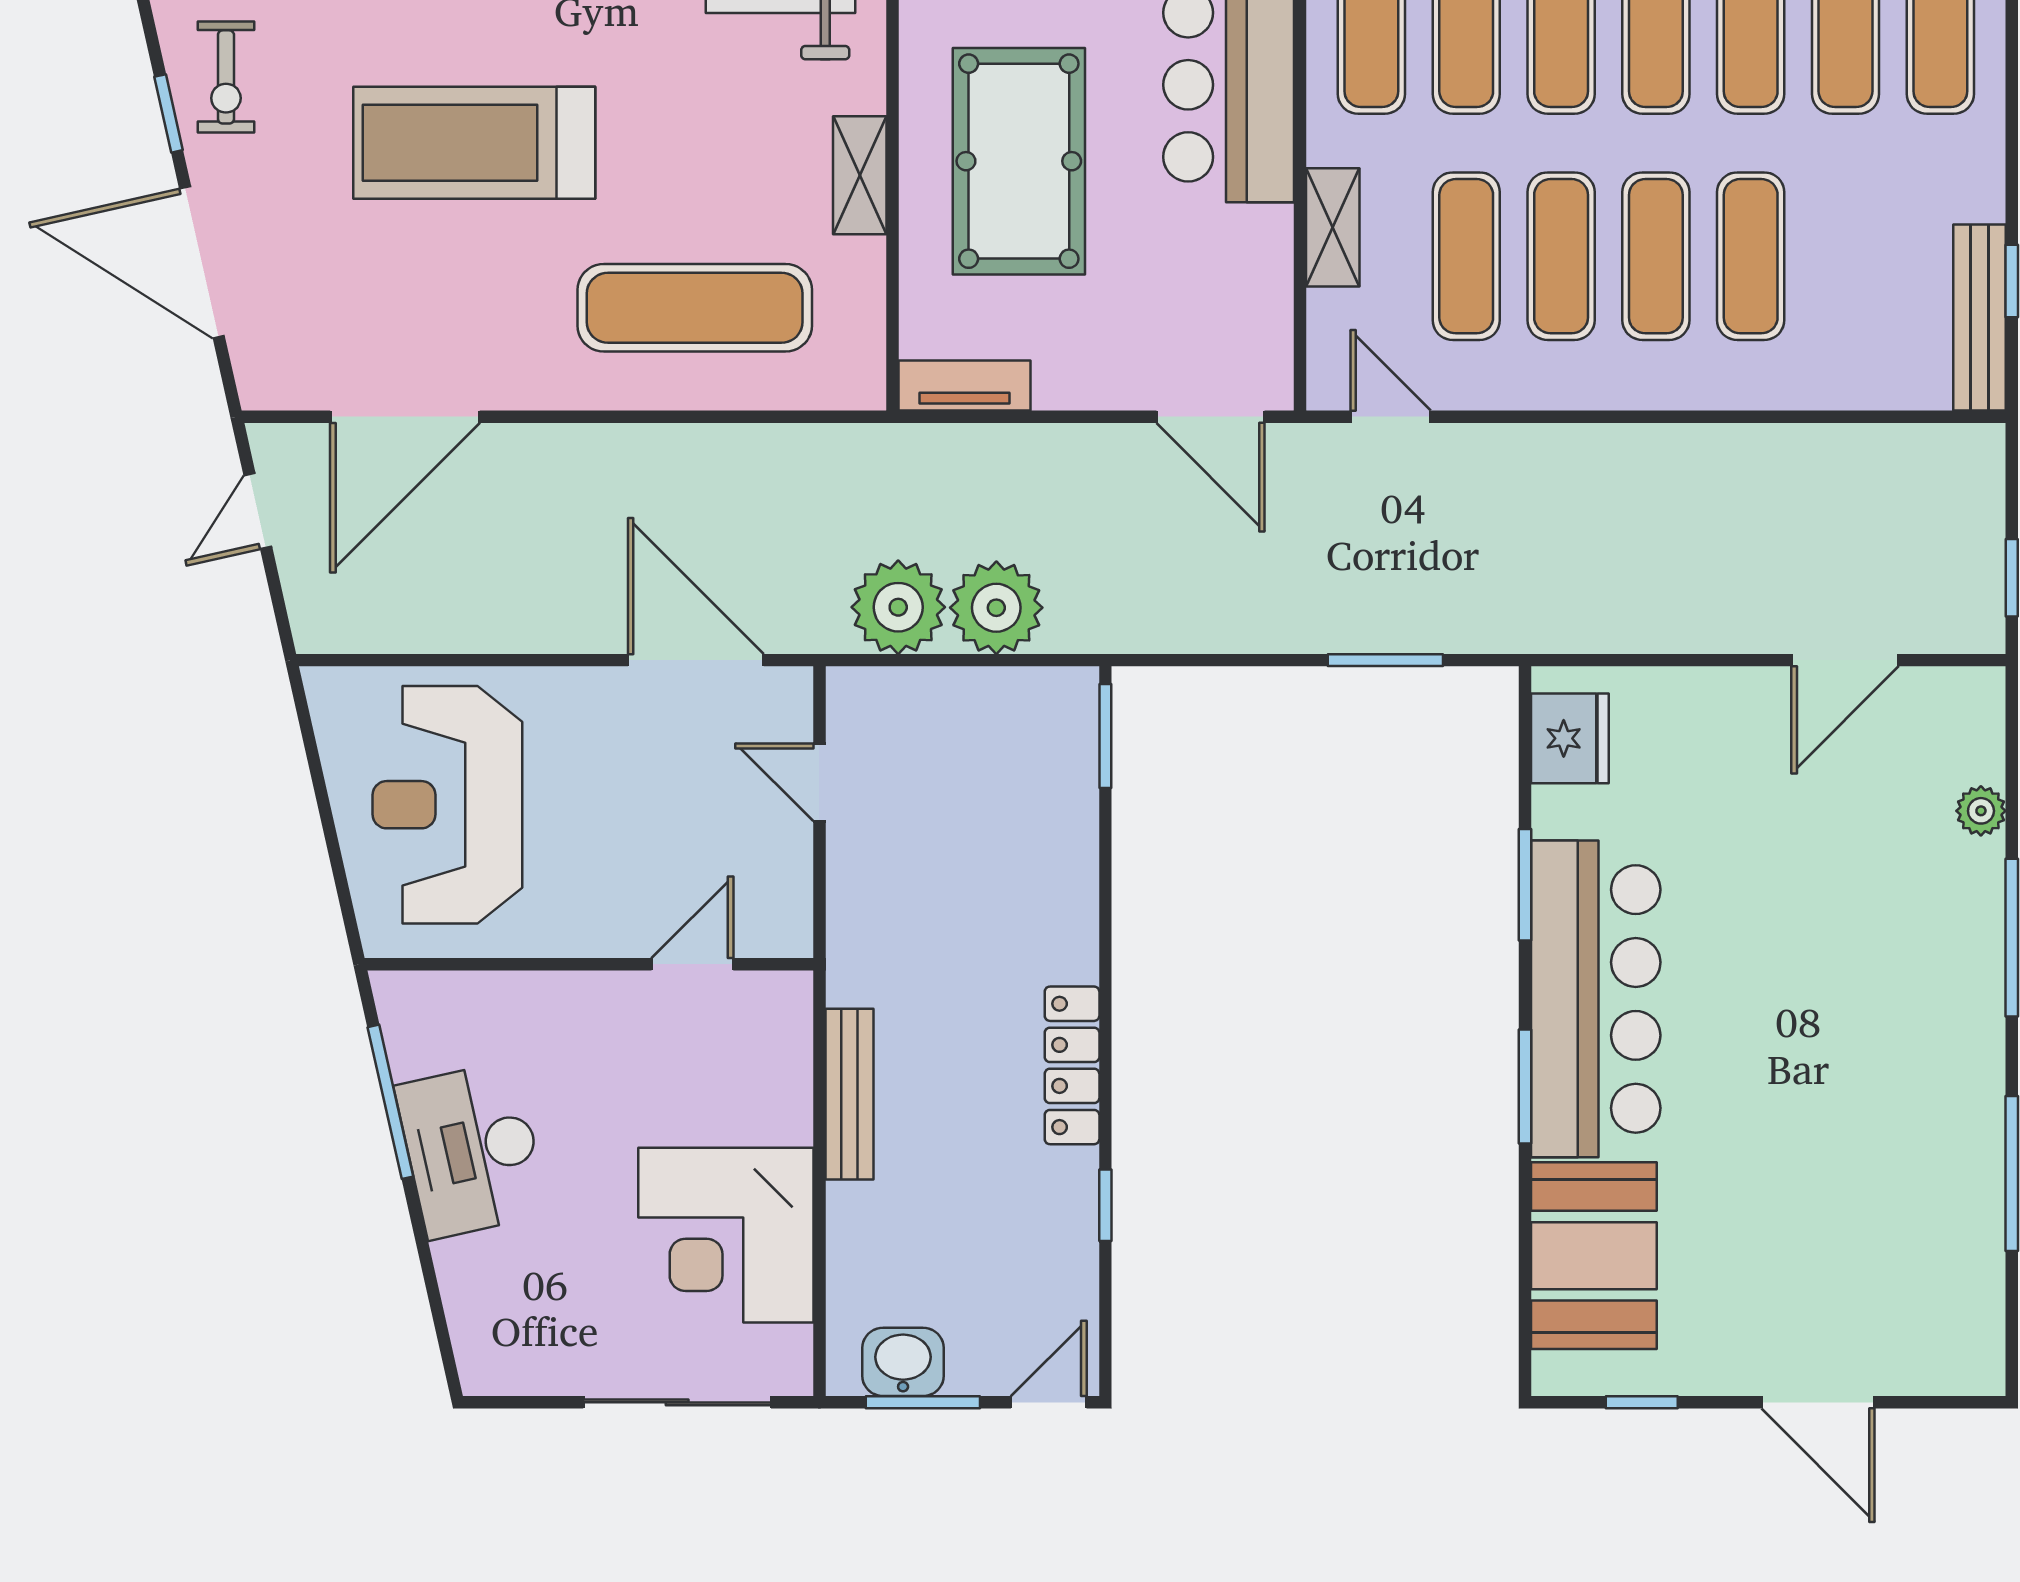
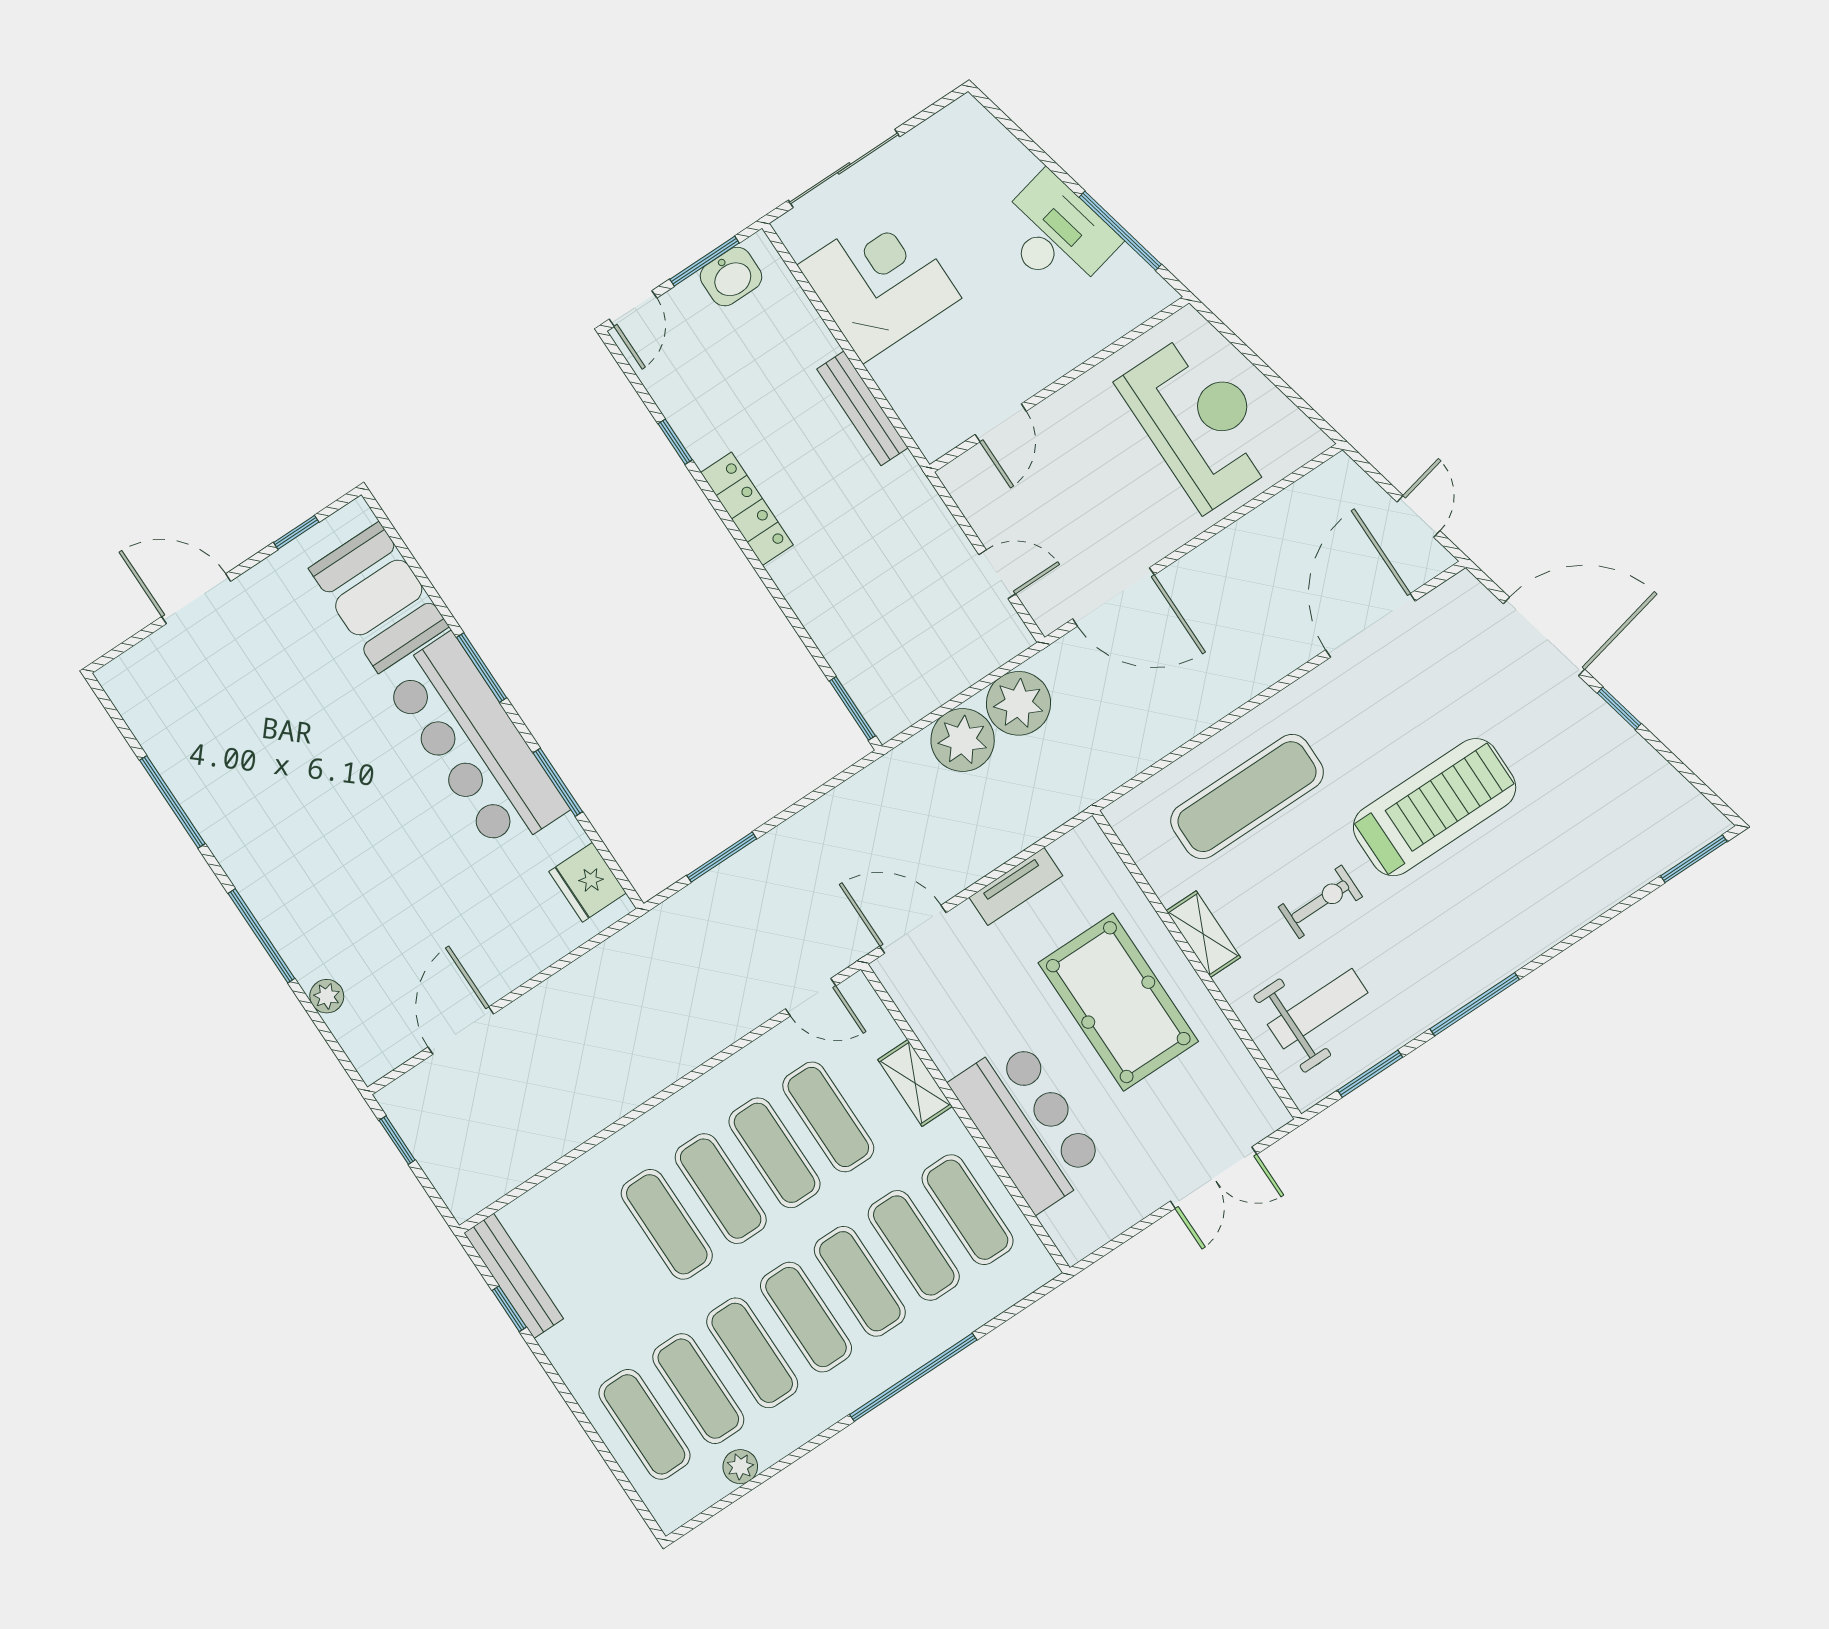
exercise bike: (226, 77) -> (1320, 902), moved, turned 90
tv unit: (964, 386) -> (1016, 886), moved

